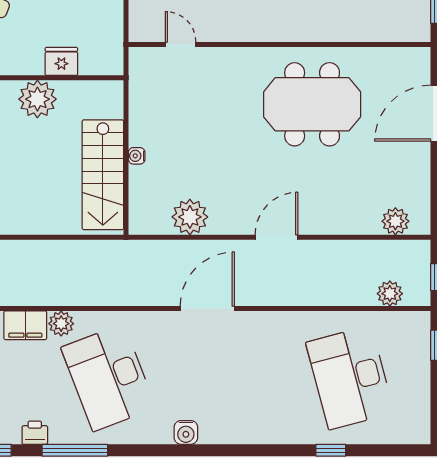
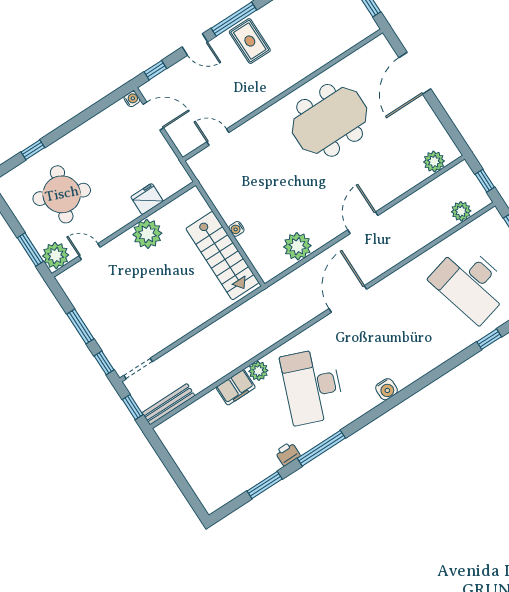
desk: (108, 378) -> (312, 386), turned 42

